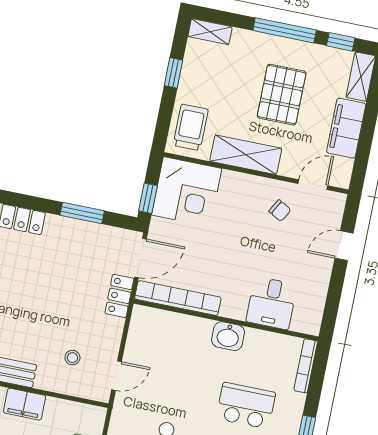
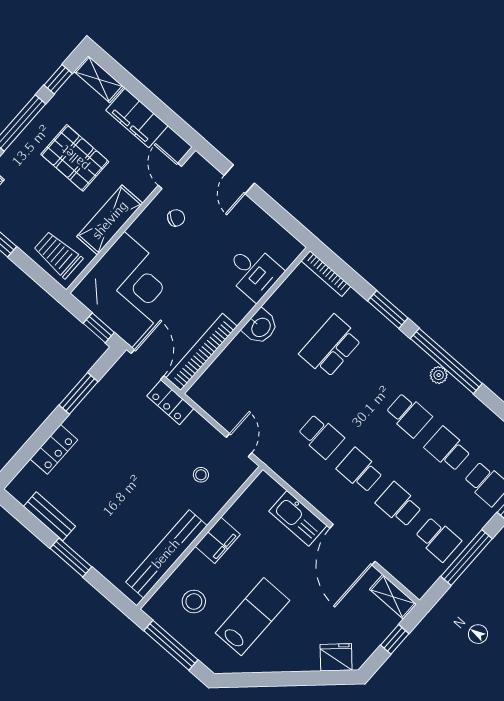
corner desk: (187, 192) -> (128, 290), width x1.36, depth x1.36

